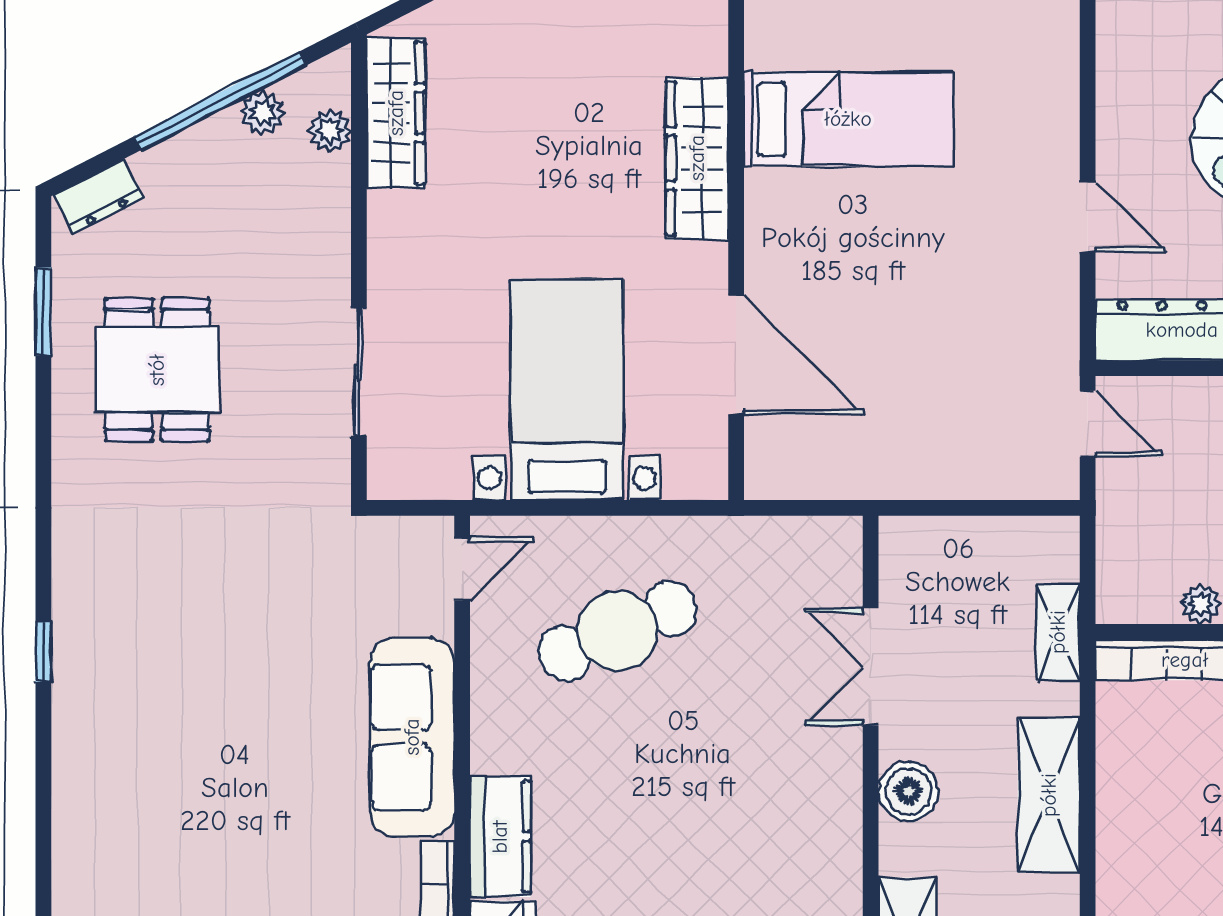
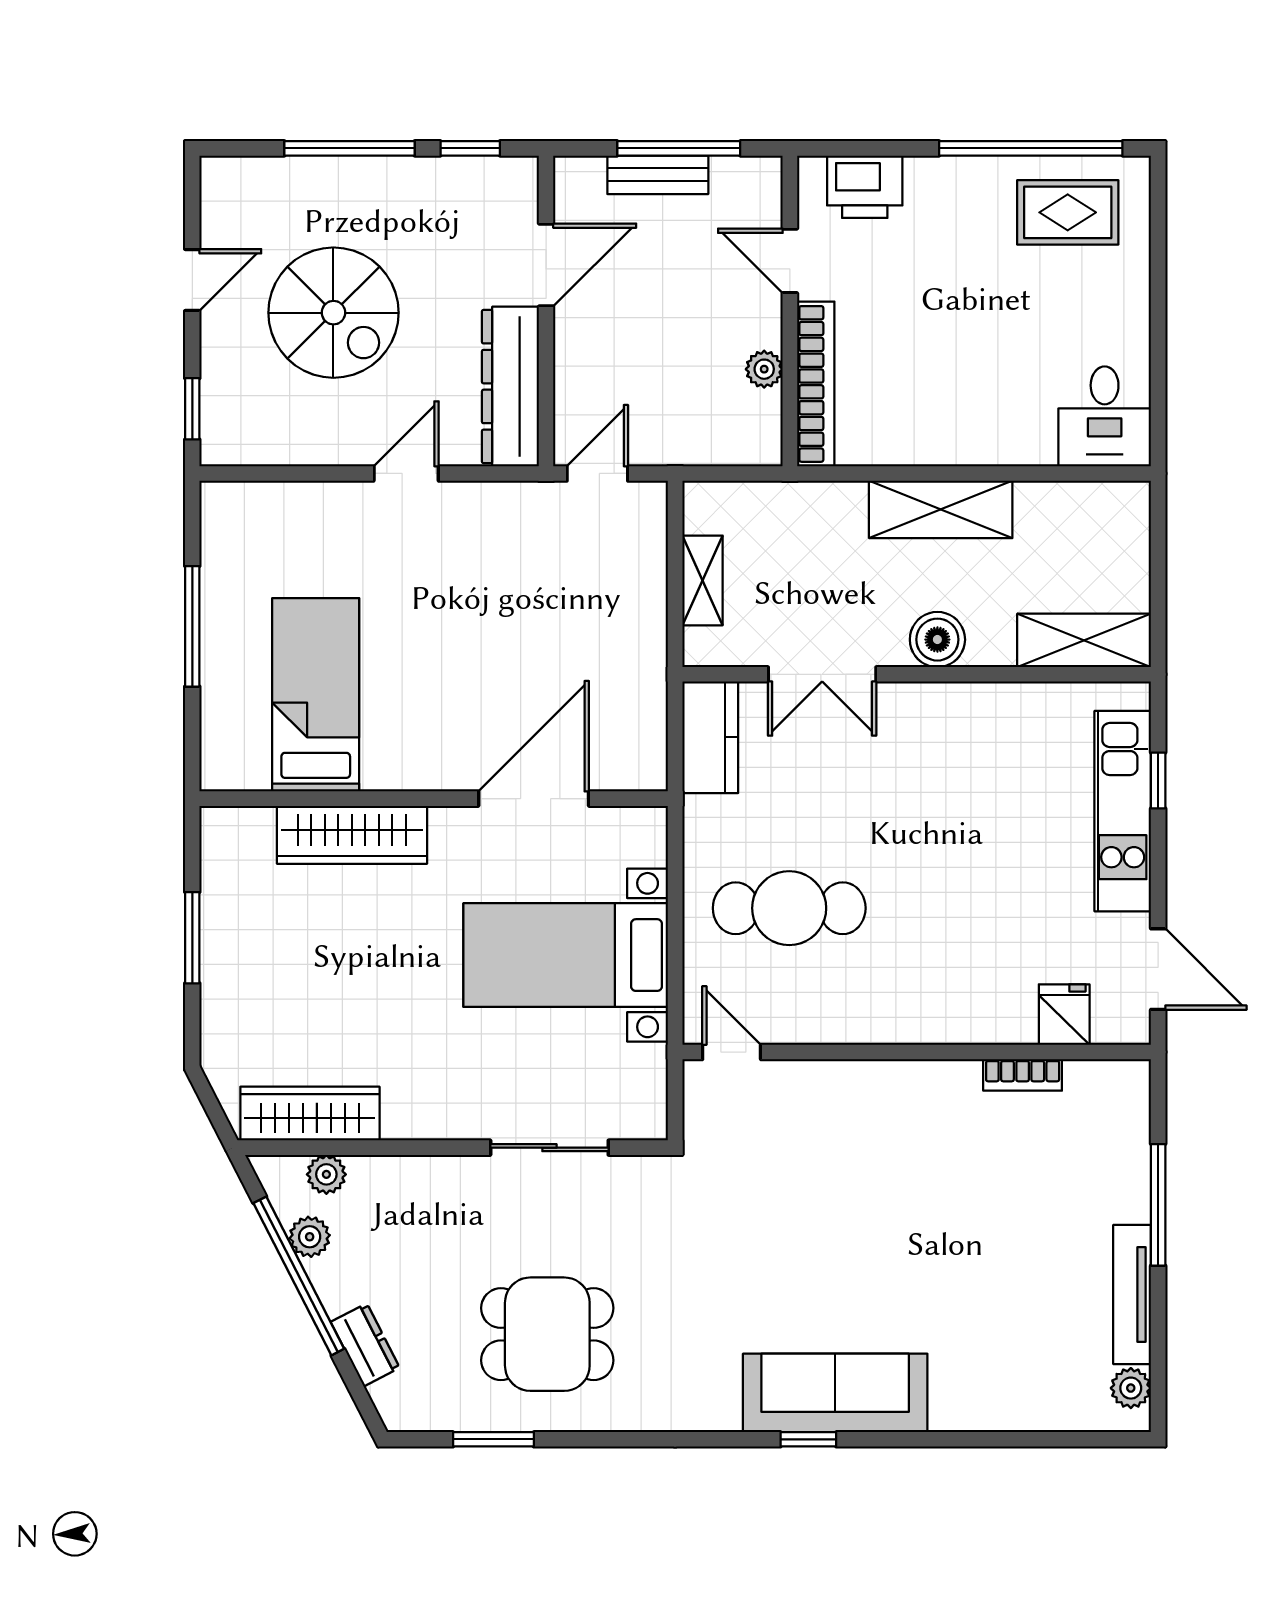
dresser: (99, 197) -> (365, 1345), moved
cafe table: (618, 631) -> (789, 908), turned -67
shelving: (1058, 632) -> (703, 580), moved, turned 90
sofa: (412, 737) -> (835, 1393), moved, turned 180
kitchen counter: (500, 837) -> (710, 737), moved, turned 90

